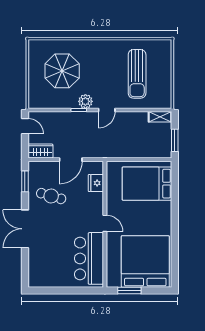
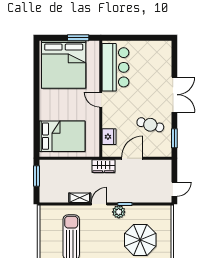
shelving: (160, 117) -> (80, 198), moved
door: (25, 126) -> (174, 189), swing flipped
wardrobe: (40, 151) -> (103, 166), moved

